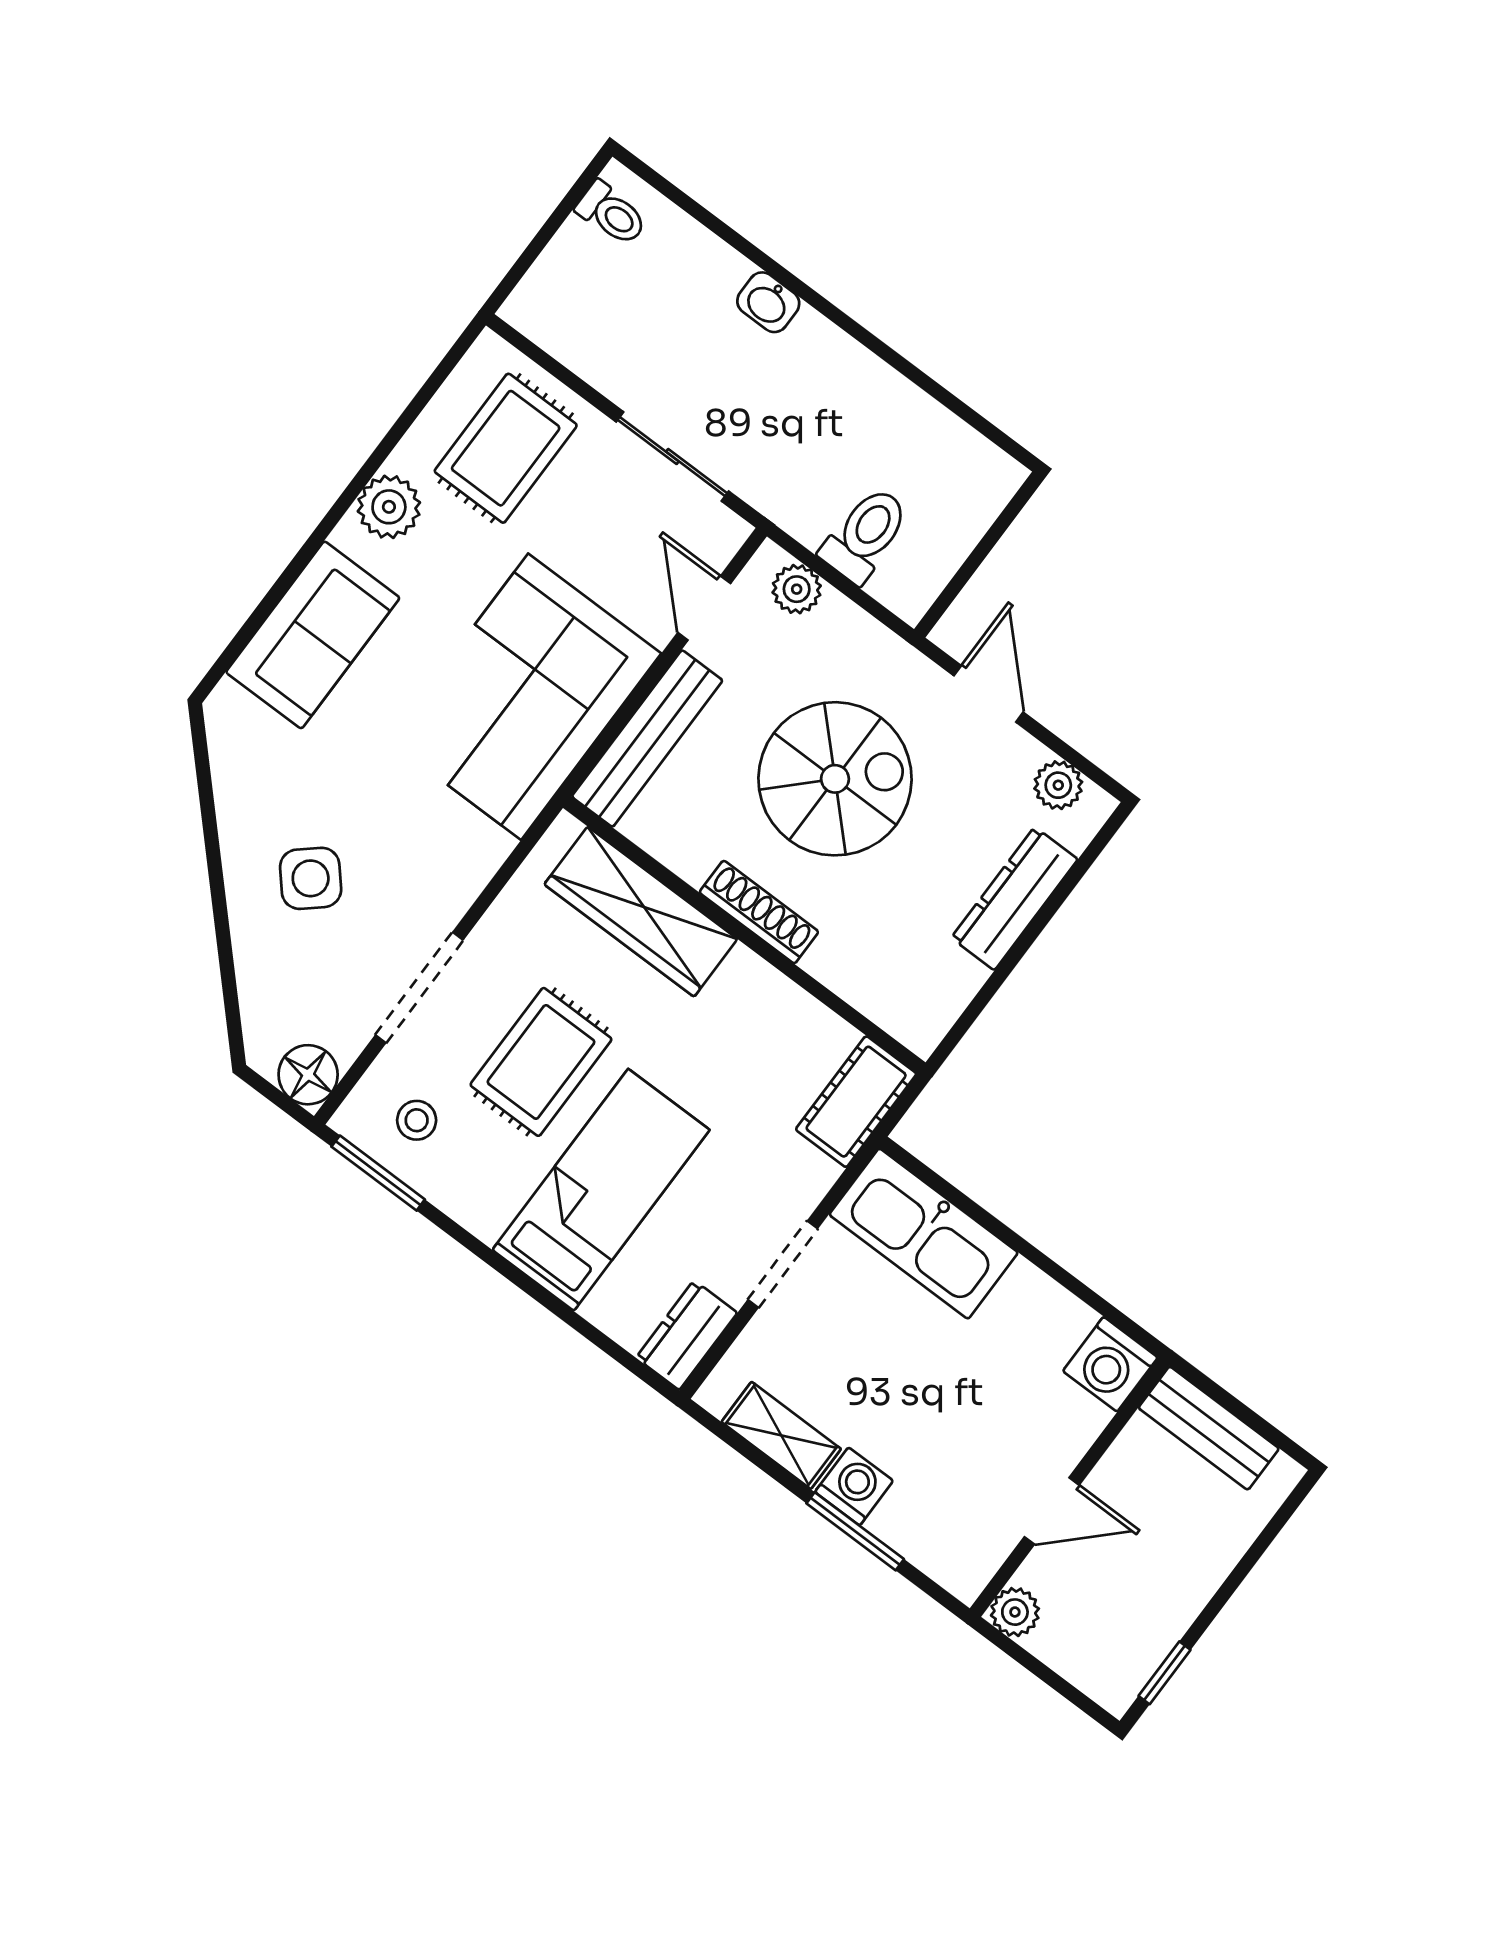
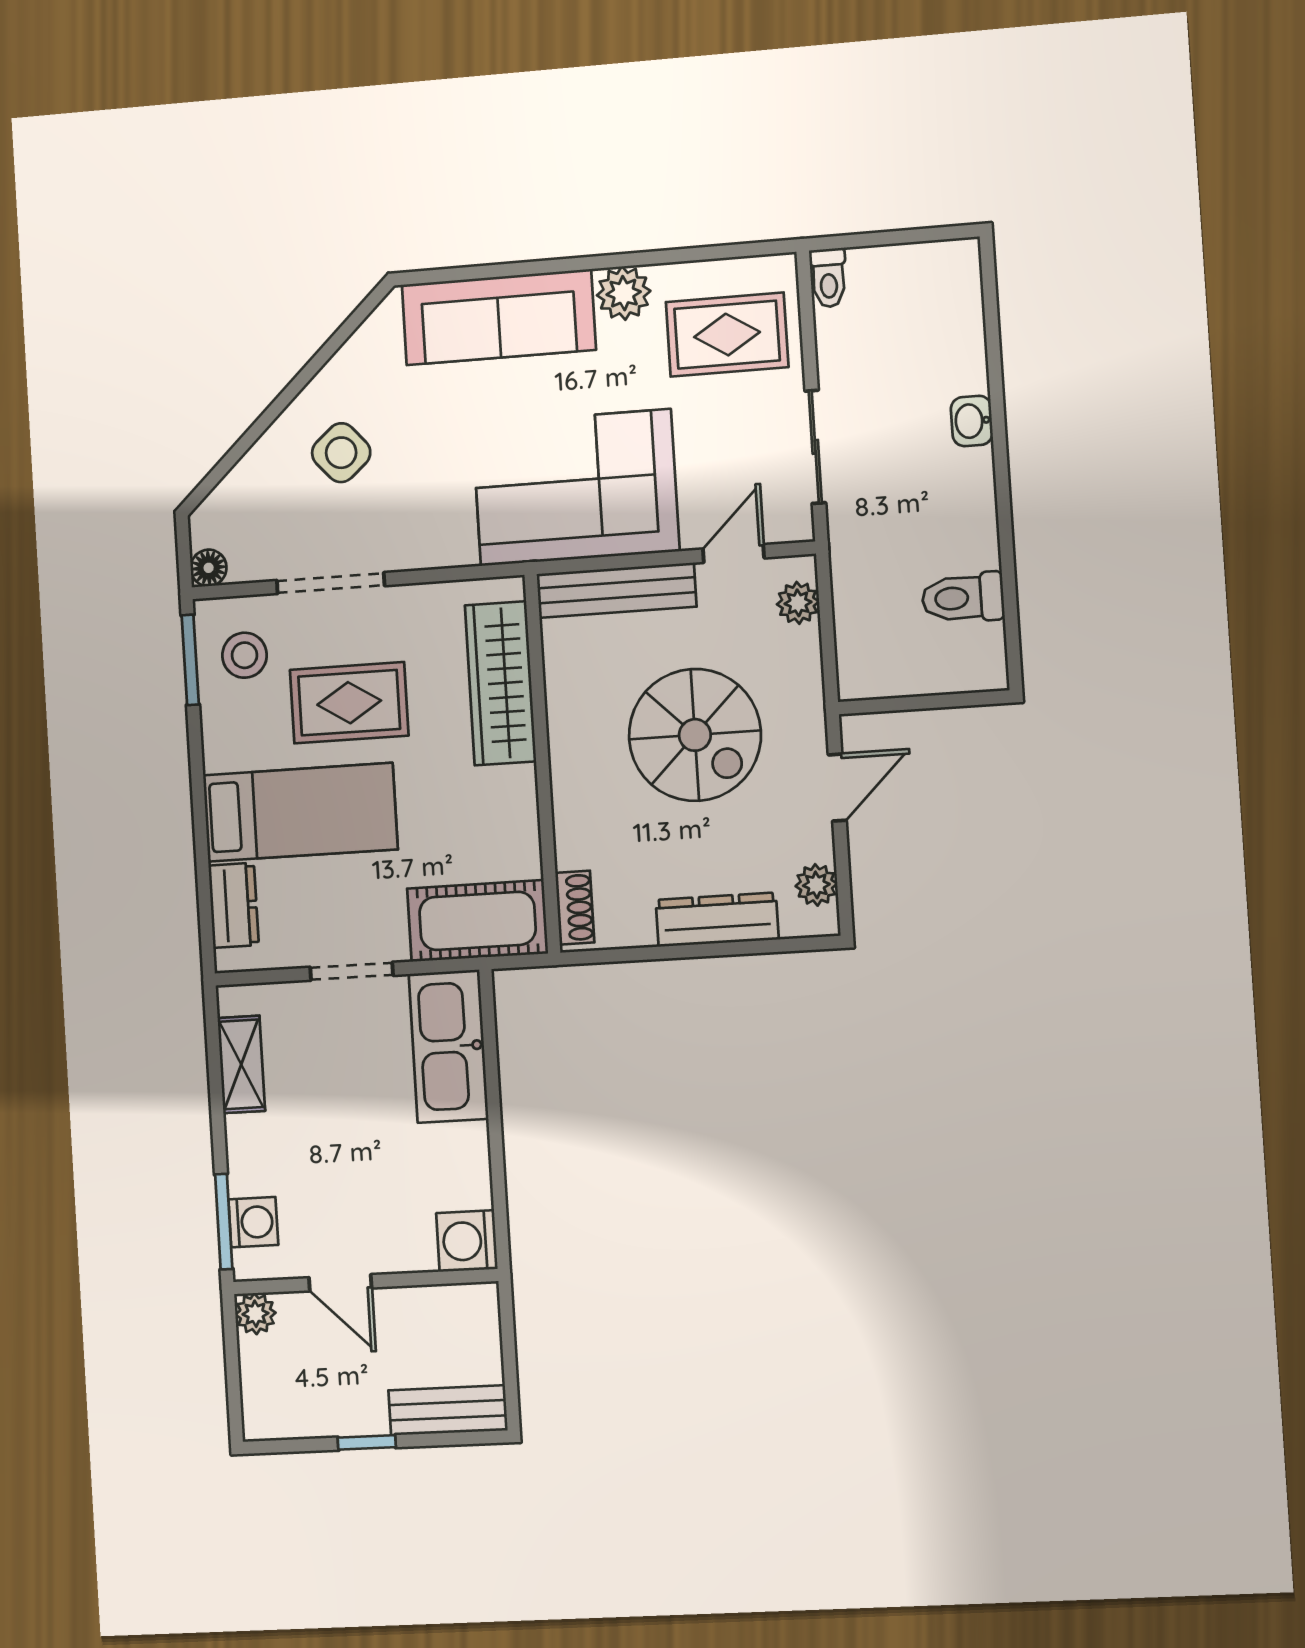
toilet: (612, 214) -> (828, 278), moved
toilet: (865, 535) -> (963, 598), moved, turned 180
sofa: (313, 635) -> (499, 317), width x1.36
shoe rack: (759, 912) -> (575, 908), moved, width x0.70
floor lamp: (308, 1075) -> (209, 568), width x0.73, depth x0.73
cot: (856, 1102) -> (478, 921), width x1.37, depth x1.34
stool: (417, 1120) -> (245, 655), width x1.37, depth x1.37
dresser: (687, 1335) -> (234, 905), moved, turned 90
bench: (1209, 1428) -> (448, 1410), moved, turned 90
washing machine: (854, 1486) -> (253, 1222), moved
window: (855, 1531) -> (224, 1222), moved
window: (1164, 1673) -> (367, 1442), moved

